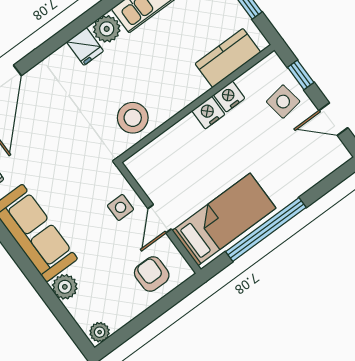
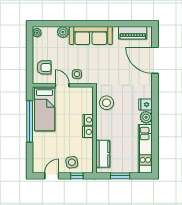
nightstand: (229, 97) -> (88, 120), moved

